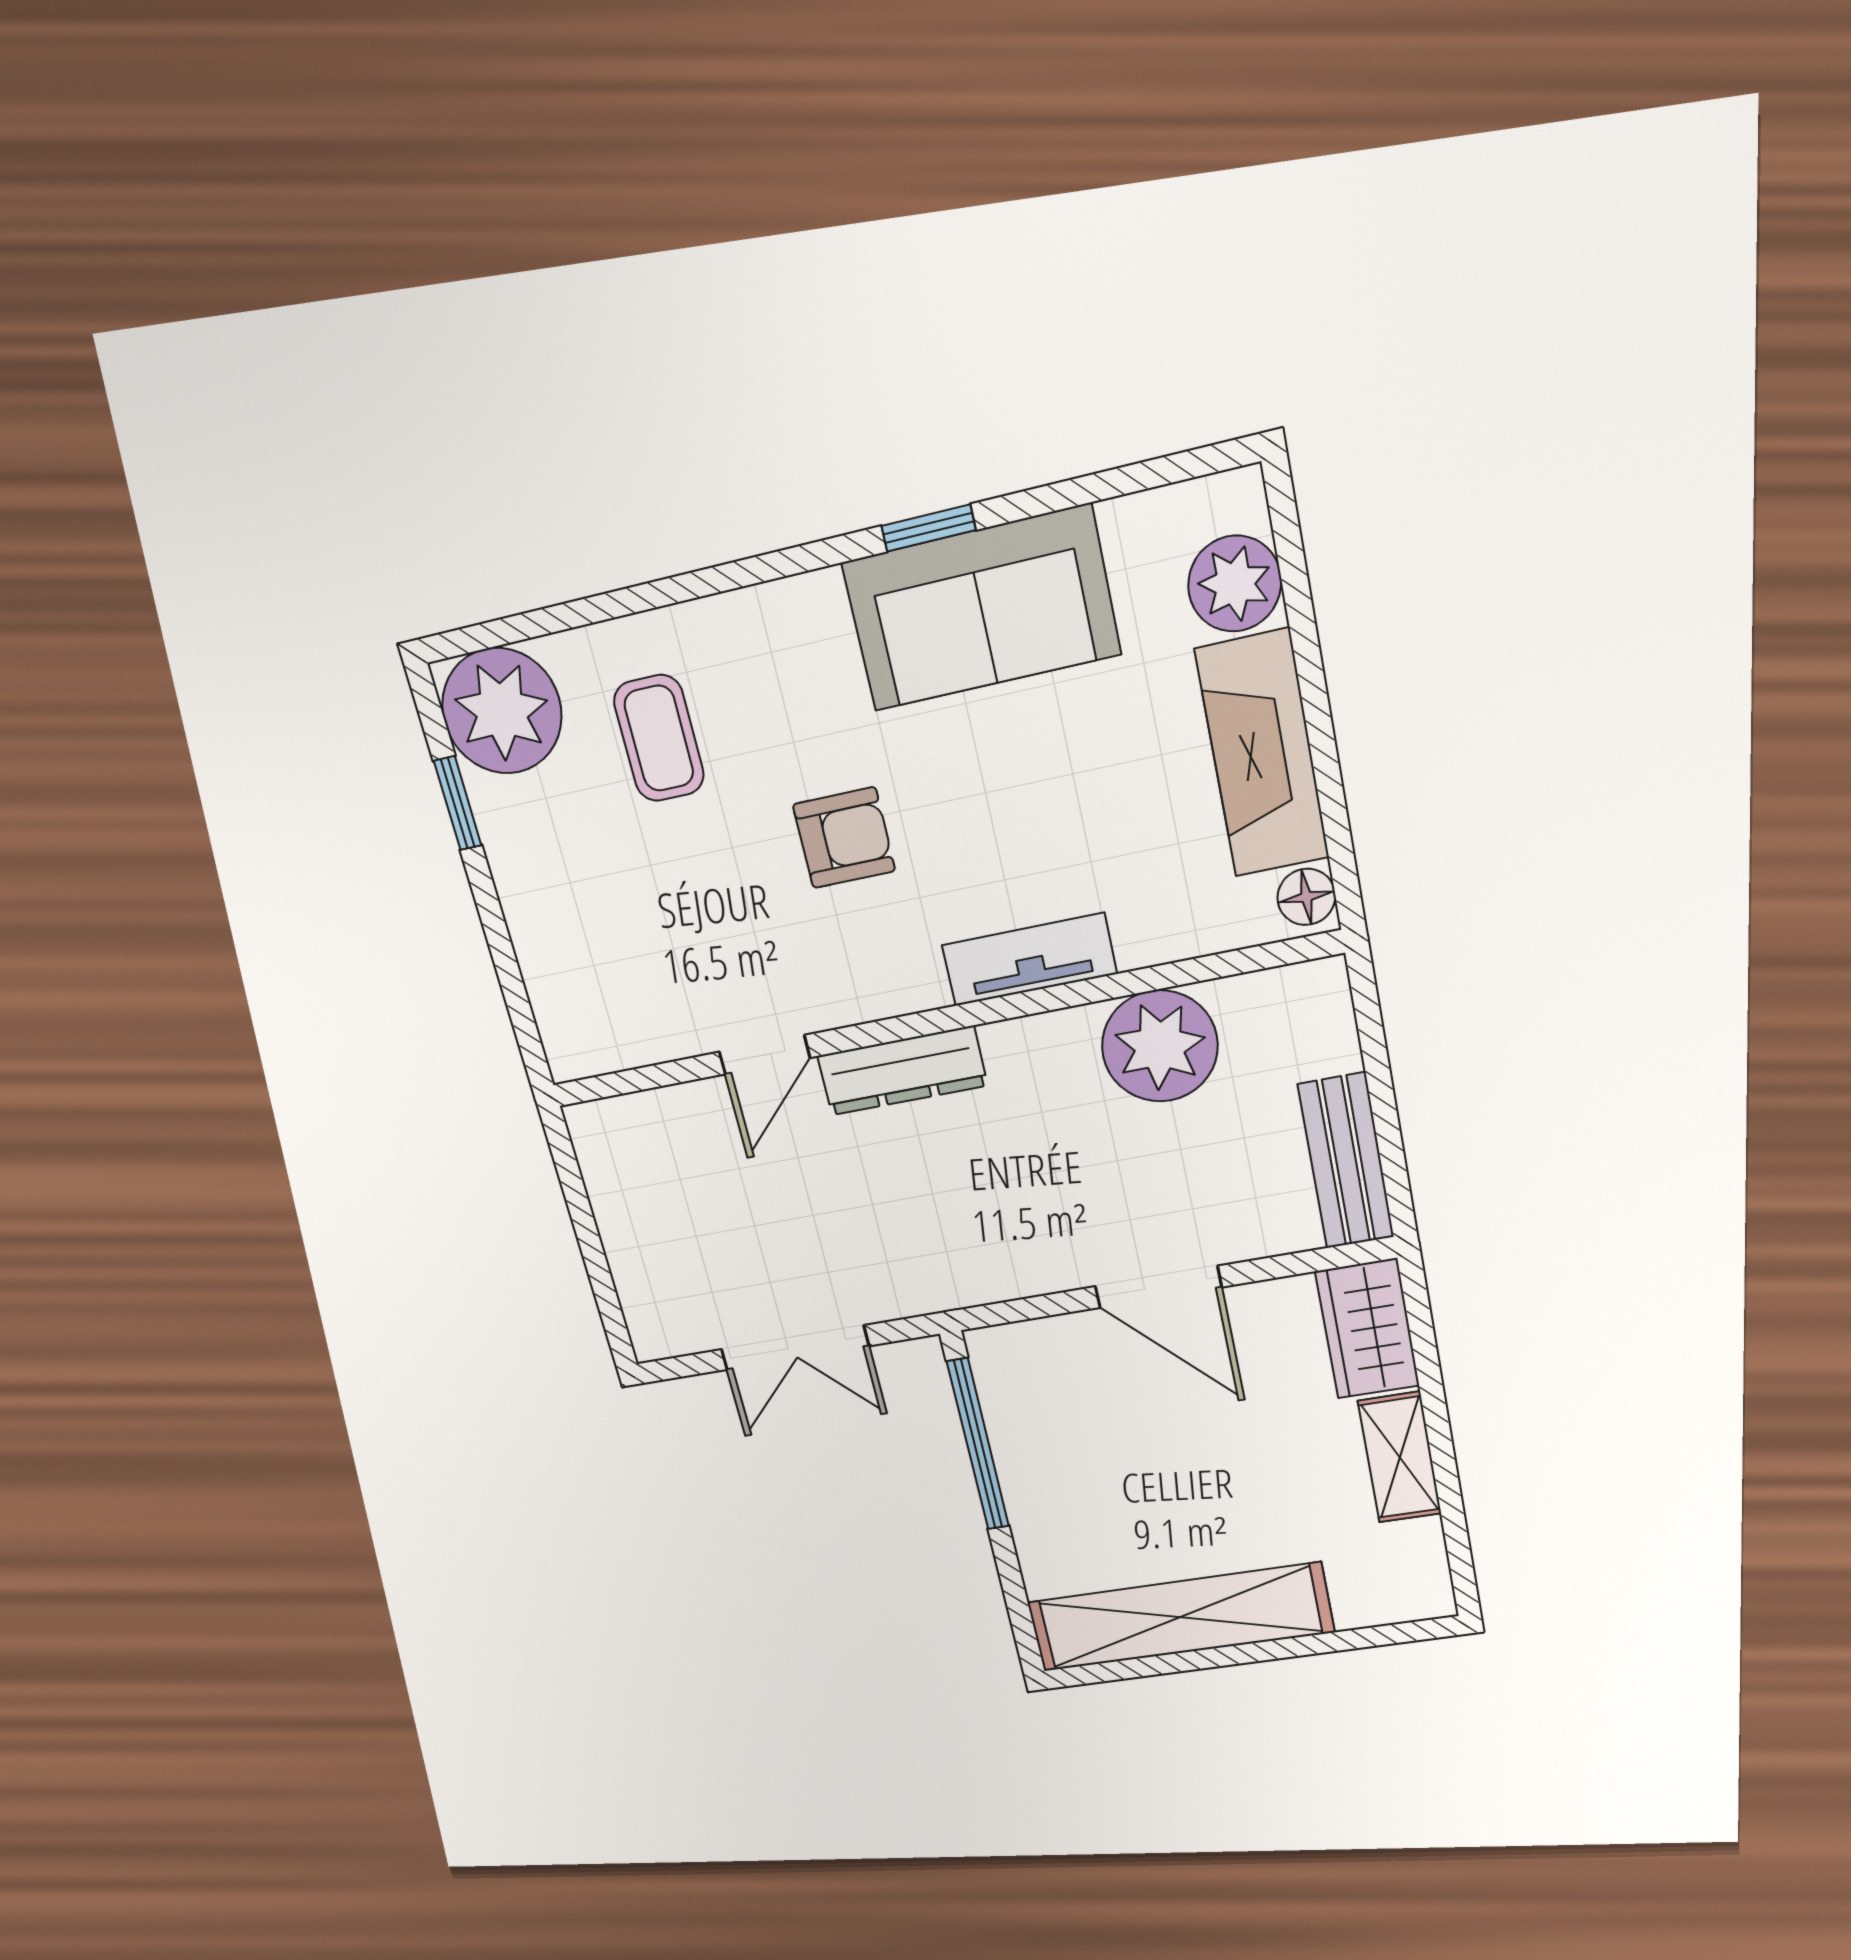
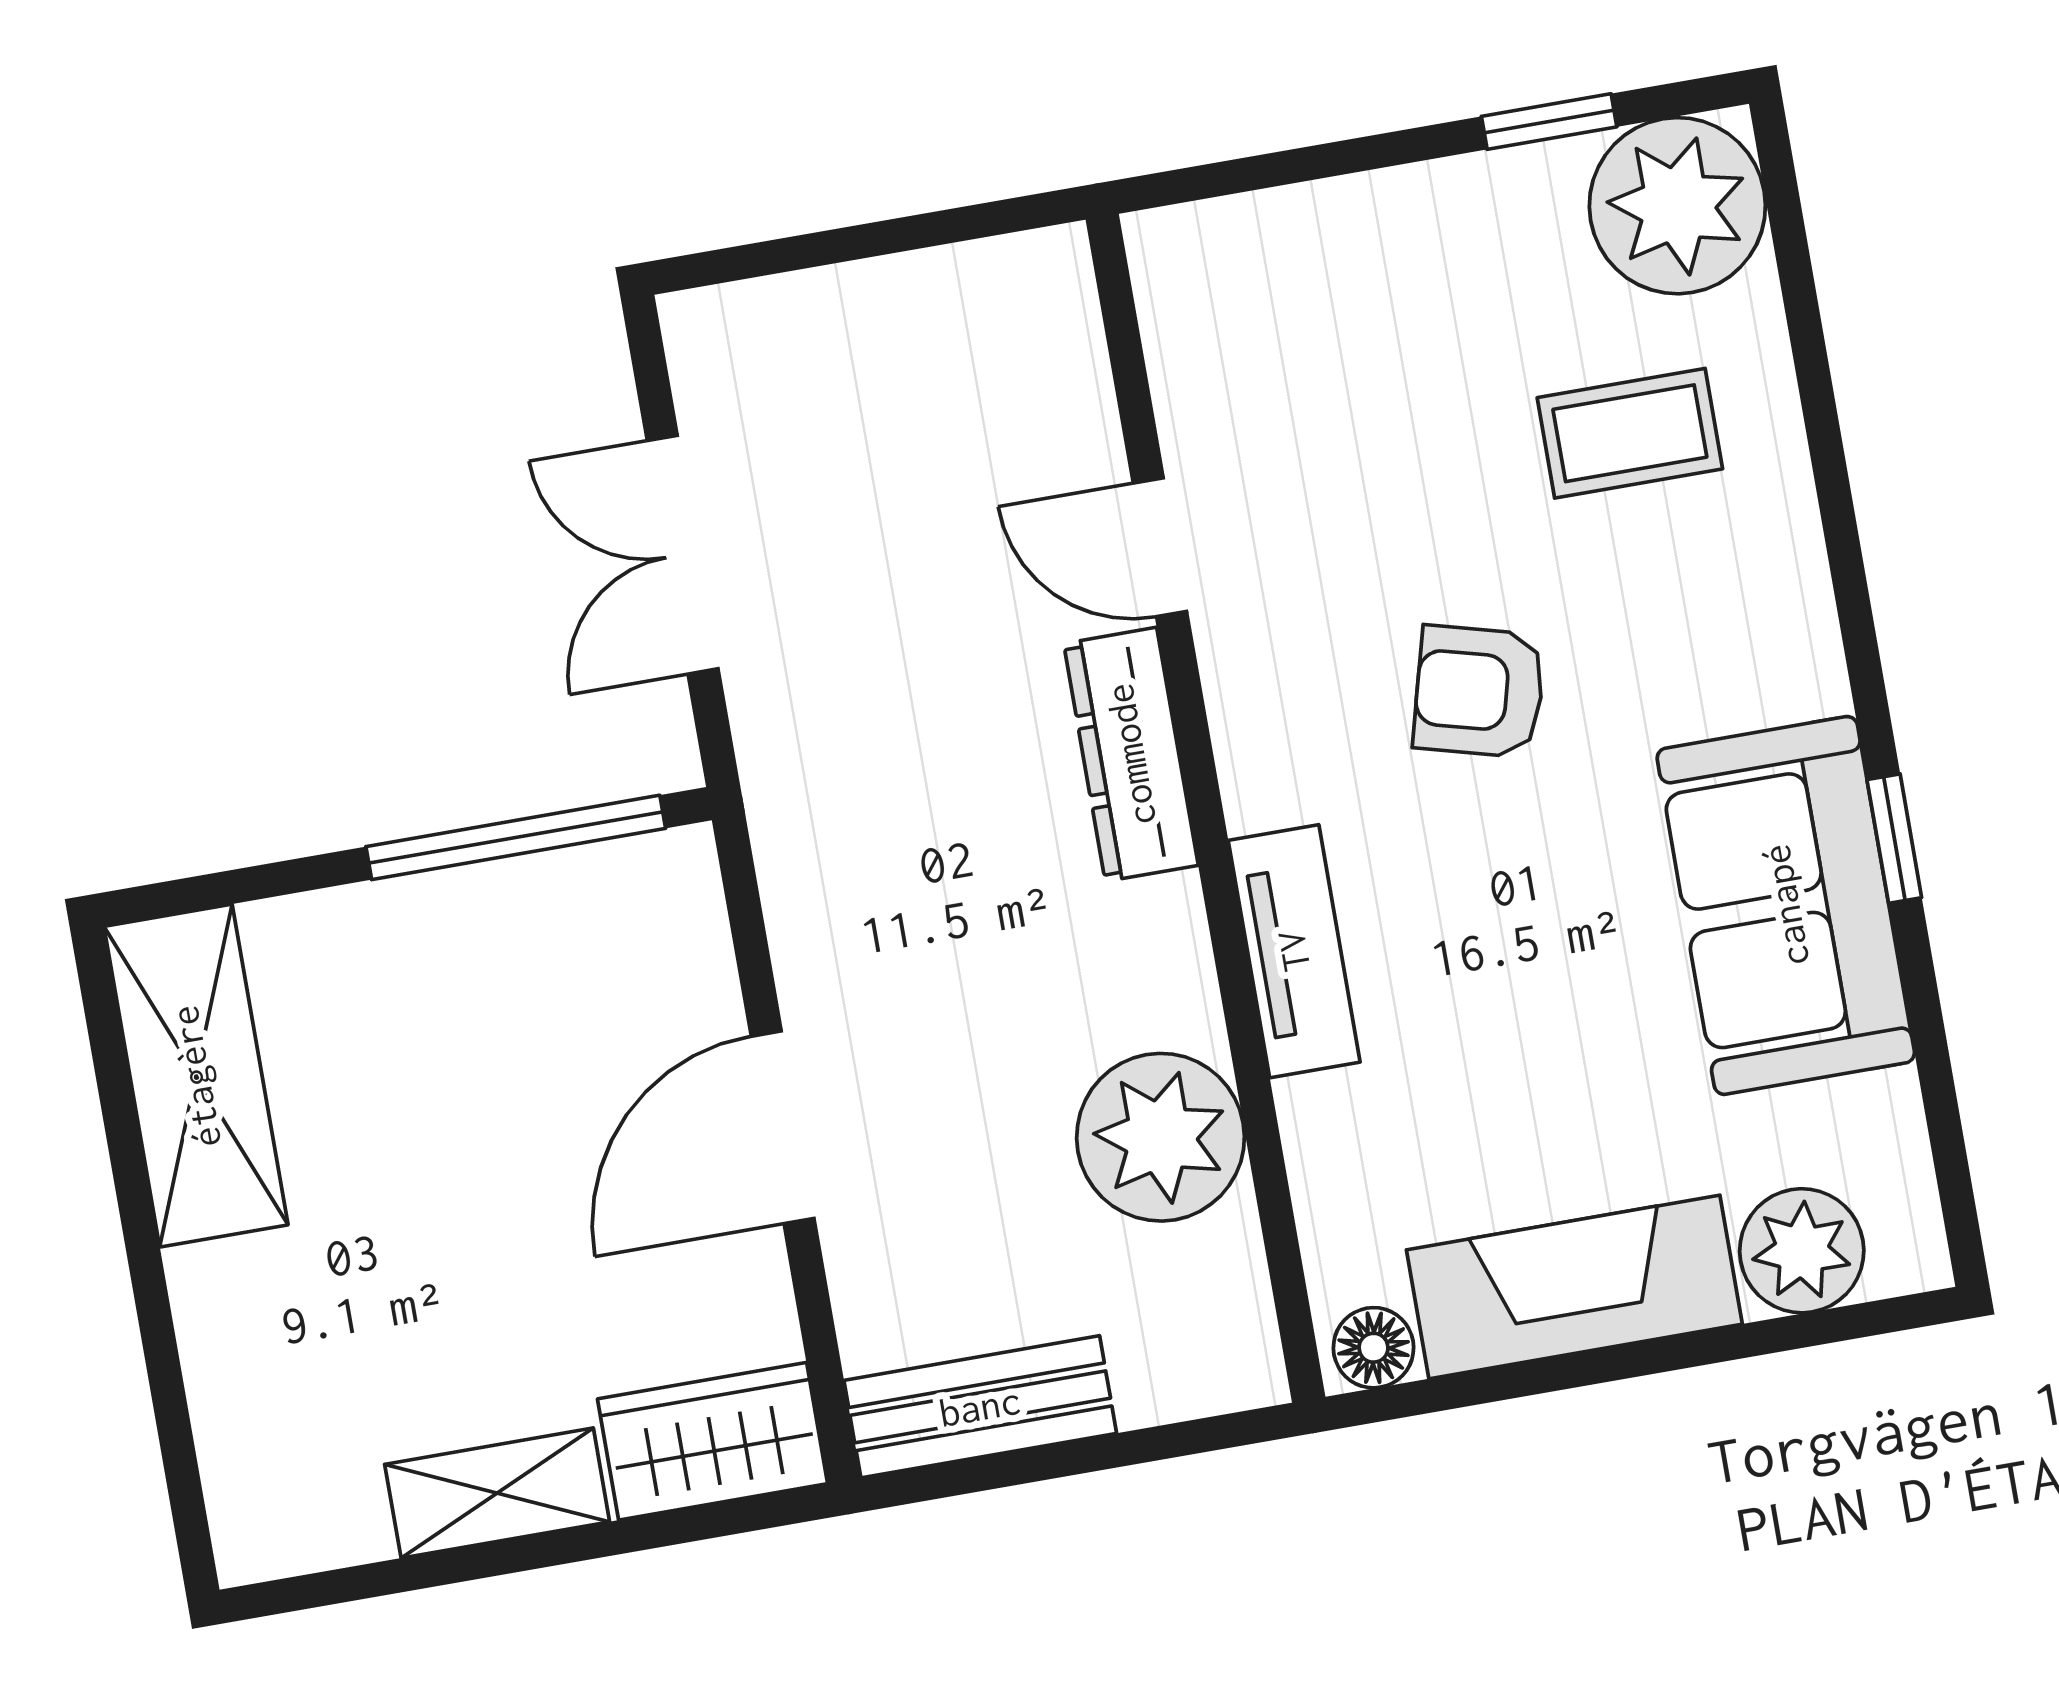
armchair: (844, 838) -> (1479, 692), turned 105
shelving: (1180, 1617) -> (196, 1076), width x0.68

